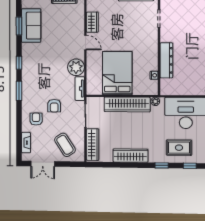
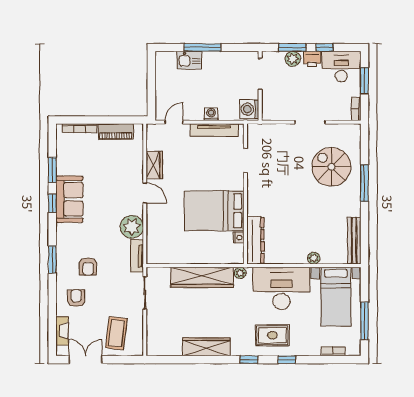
sofa: (31, 26) -> (69, 199), moved
dresser: (166, 60) -> (255, 240), moved
window: (19, 63) -> (52, 203), moved
bed: (117, 73) -> (214, 211), moved, turned -90
armchair: (54, 106) -> (88, 266), moved
coffee table: (65, 145) -> (116, 333), turned 40
wardrobe: (93, 145) -> (155, 332), removed
double door: (43, 164) -> (86, 360), swing flipped

